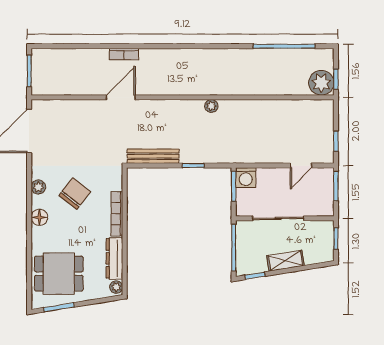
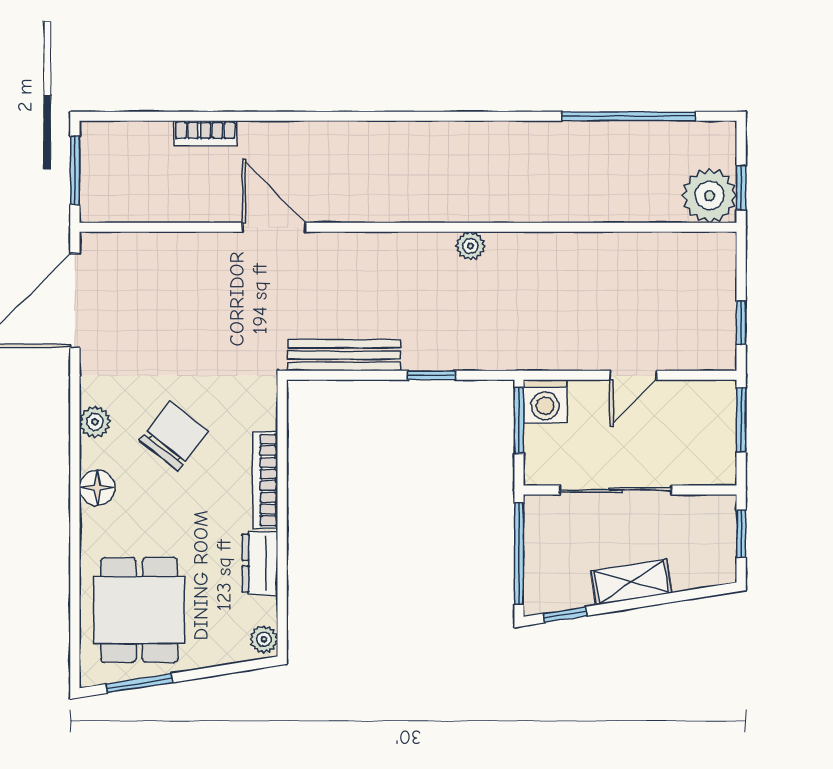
bookcase: (124, 54) -> (205, 133), moved
door: (121, 97) -> (274, 227), hinge flipped
door: (301, 166) -> (633, 375), moved
dresser: (114, 258) -> (260, 563), width x0.70
dining table: (59, 274) -> (139, 610), turned 90

